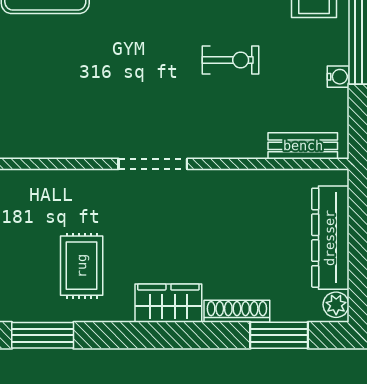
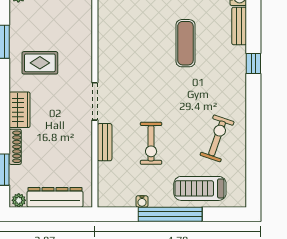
exercise bike: (231, 60) -> (151, 143), width x1.38, depth x1.39
bench: (303, 146) -> (105, 142), moved

